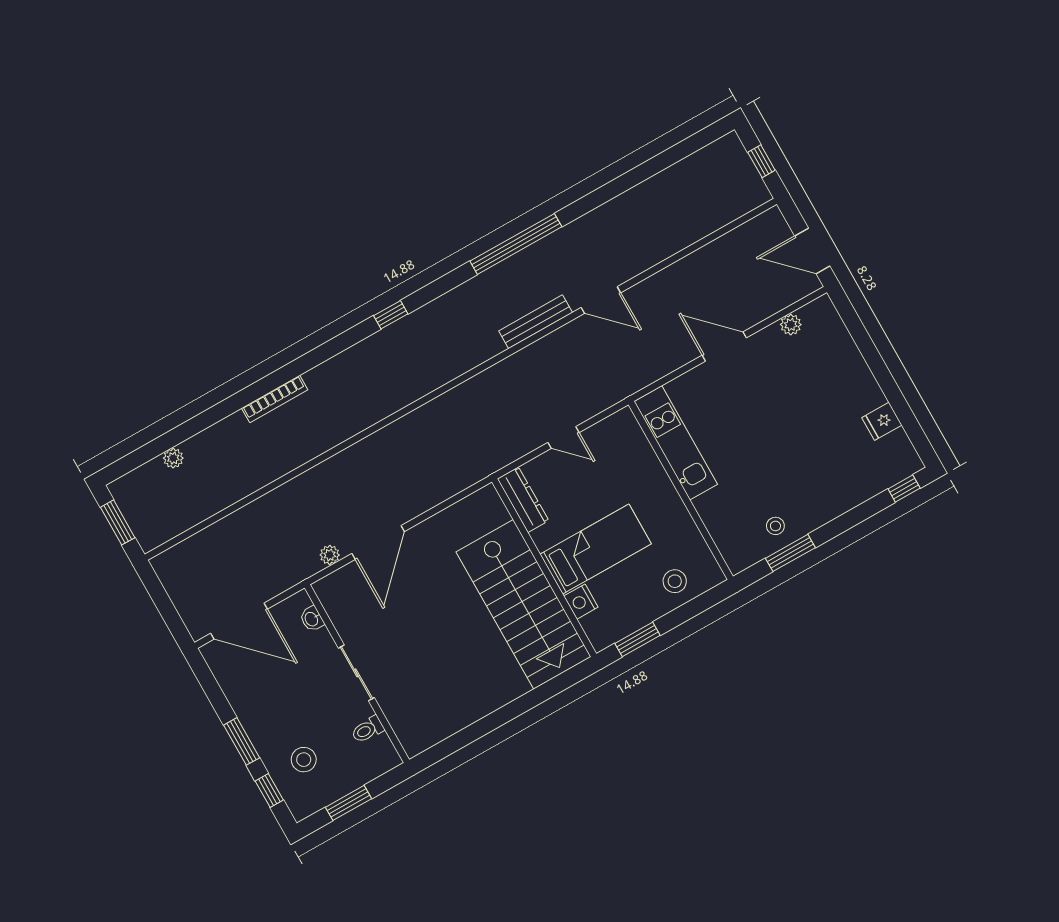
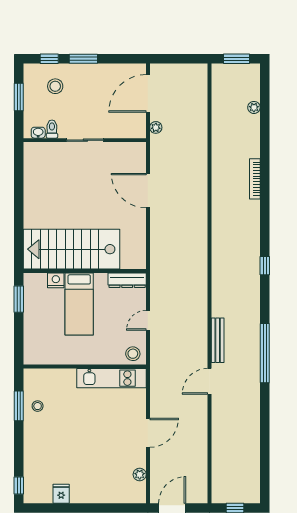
plant: (330, 555) -> (156, 127), moved
stool: (675, 581) -> (133, 354), moved
washbasin: (312, 619) -> (38, 133), moved

